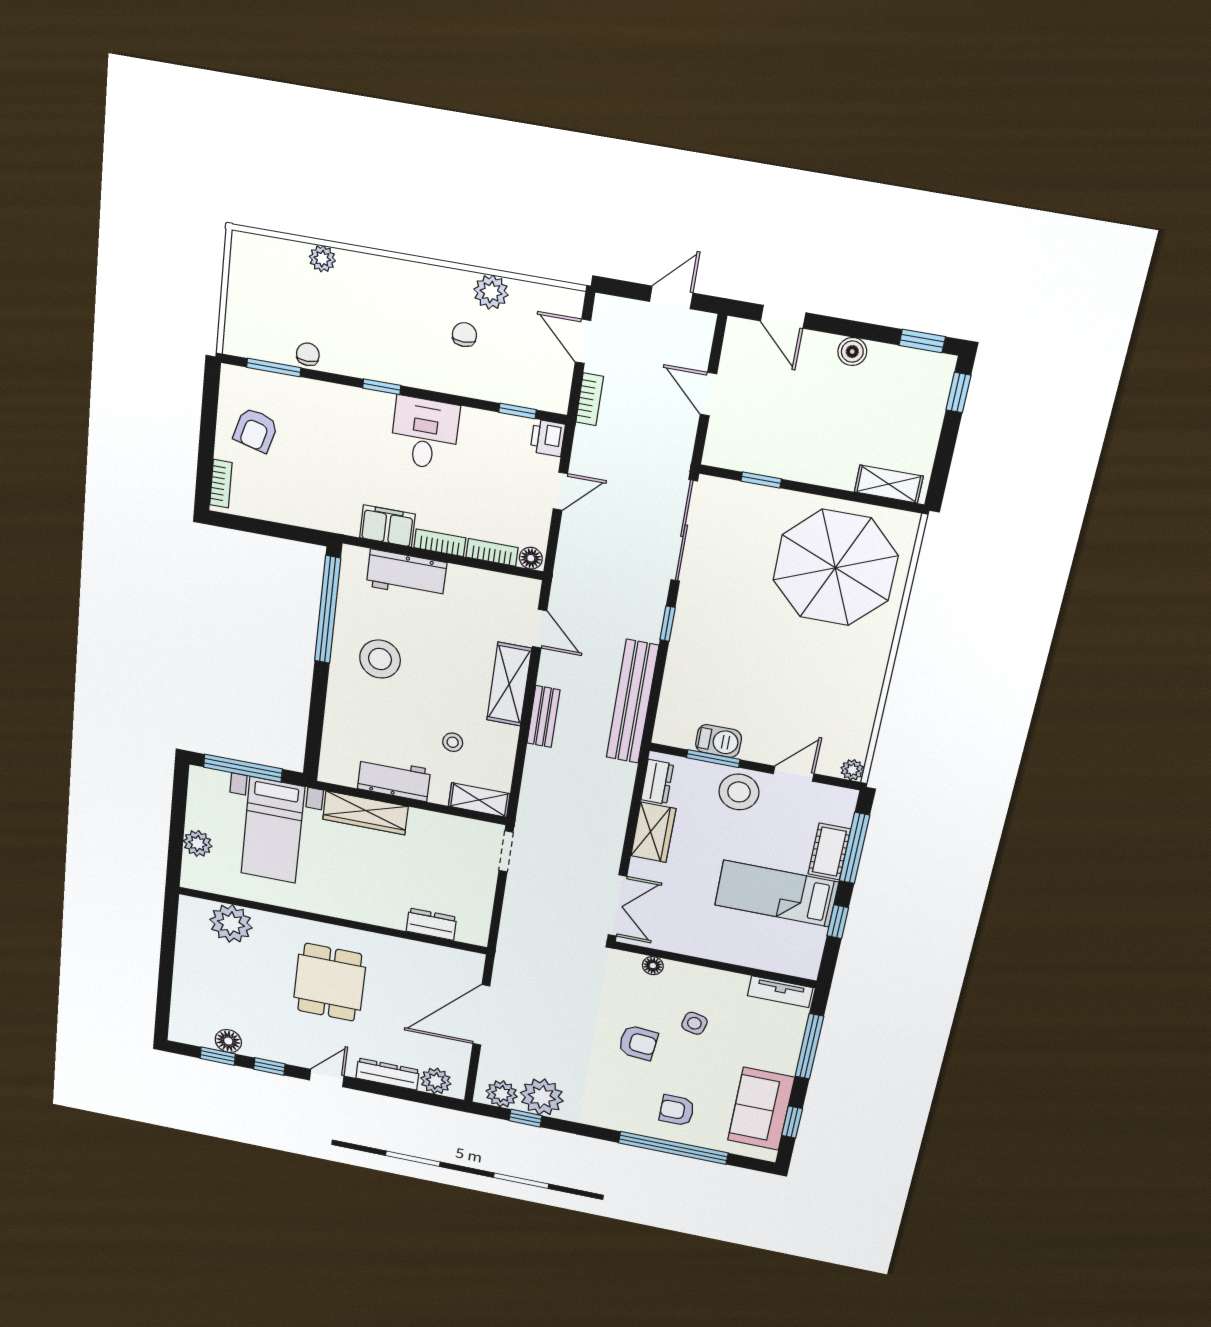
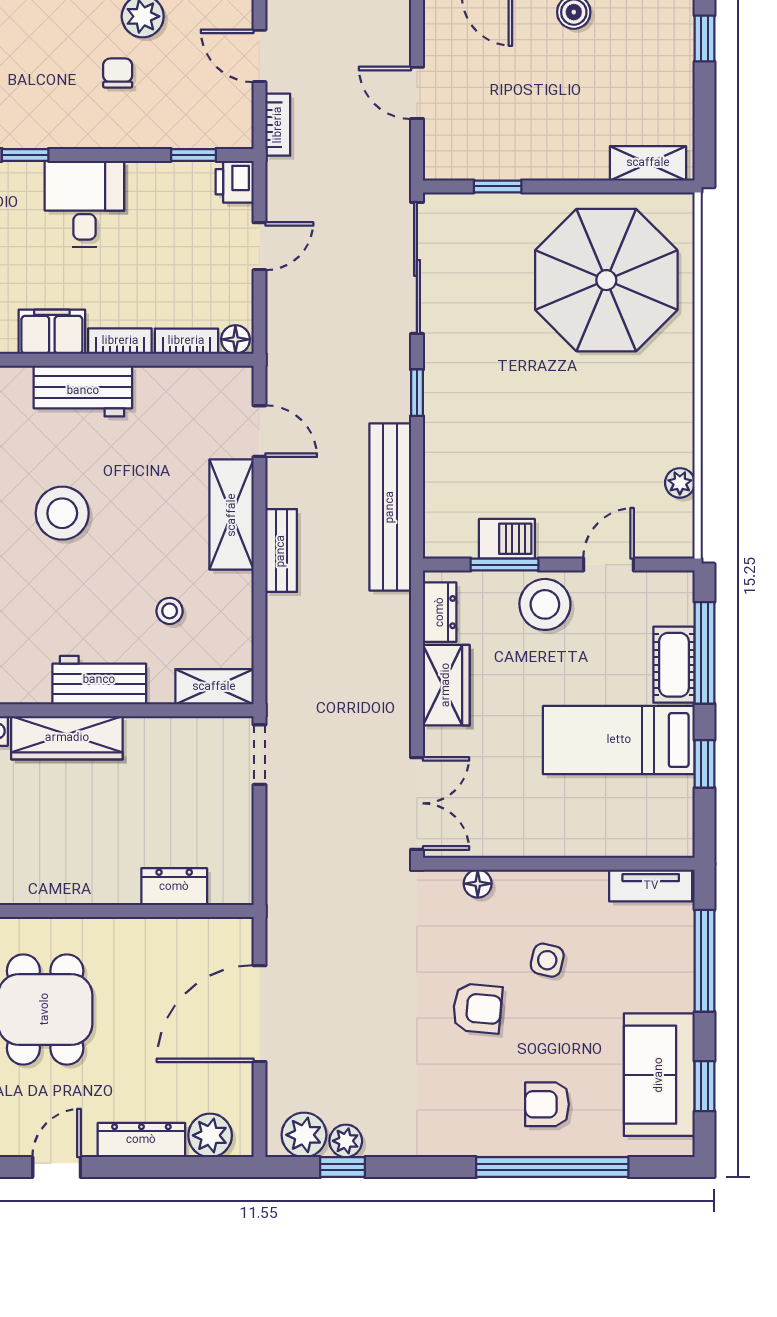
plant: (852, 770) -> (680, 483), moved
plant: (542, 1097) -> (346, 1141), width x0.53, depth x0.53

